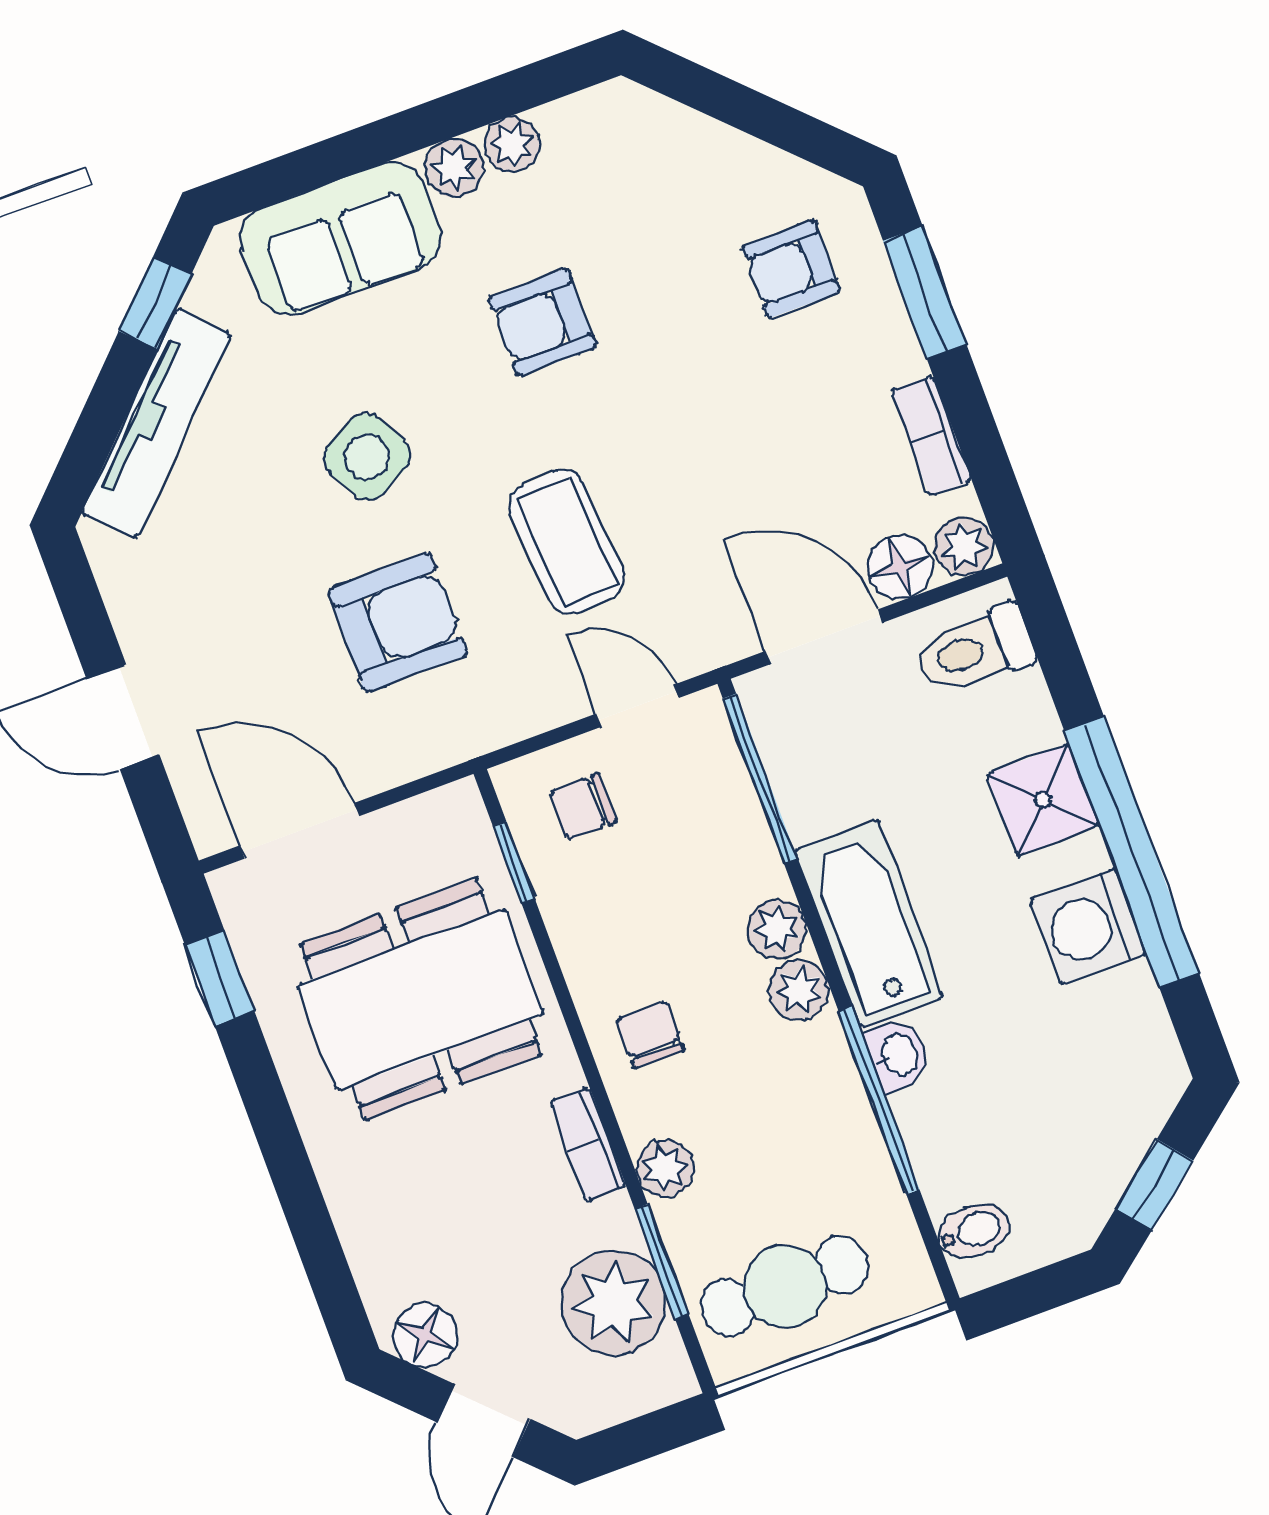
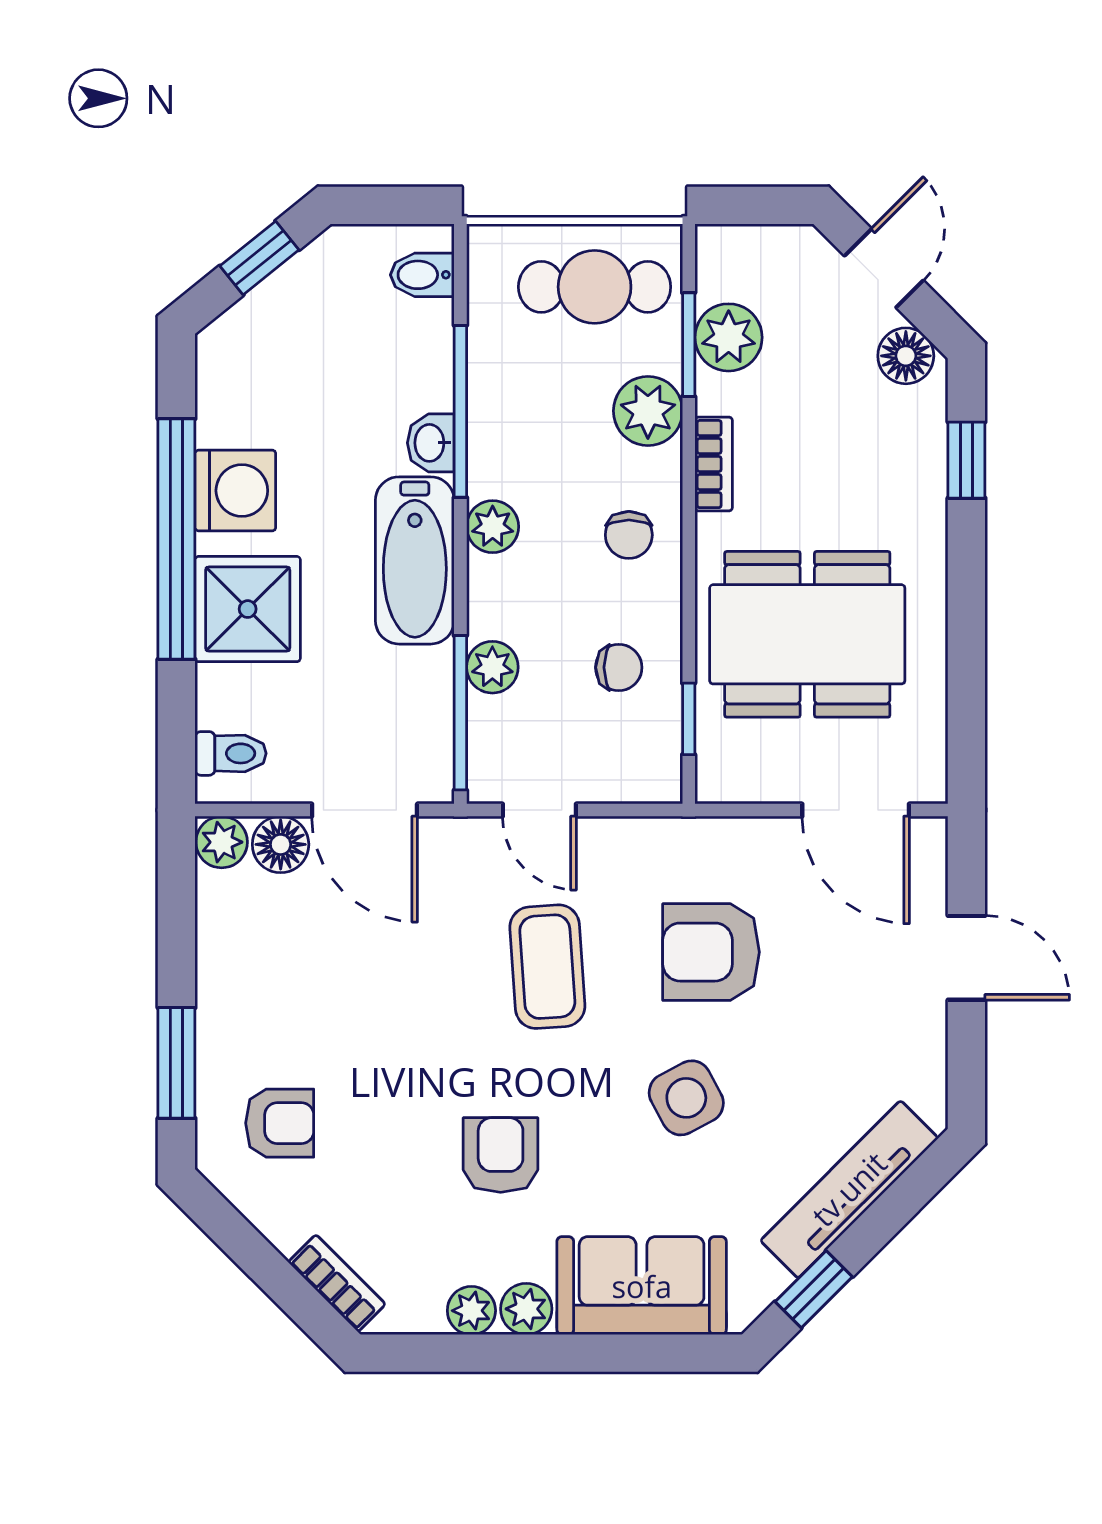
armchair: (542, 322) -> (501, 1155), turned -90
bookcase: (931, 436) -> (337, 1283), moved, turned -45
toilet: (975, 650) -> (231, 753), width x0.73, depth x0.72
shower: (1043, 800) -> (248, 609), width x1.36, depth x1.36
chair: (583, 807) -> (619, 667), moved
plant: (777, 929) -> (492, 667), moved
window: (220, 978) -> (966, 460), moved
plant: (665, 1168) -> (648, 411), width x1.38, depth x1.38
plant: (614, 1303) -> (729, 337), width x0.73, depth x0.73

